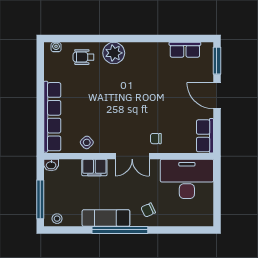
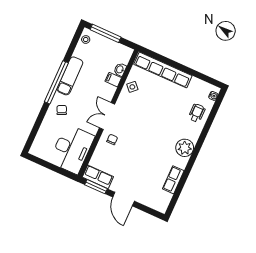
row of seats: (185, 50) -> (173, 180), moved
plant: (114, 53) -> (185, 148), moved
window: (217, 61) -> (96, 187), moved
door: (217, 96) -> (124, 199), swing flipped
washbasin: (51, 165) -> (120, 69), moved
filing cabinet: (94, 167) -> (113, 80), width x0.50

